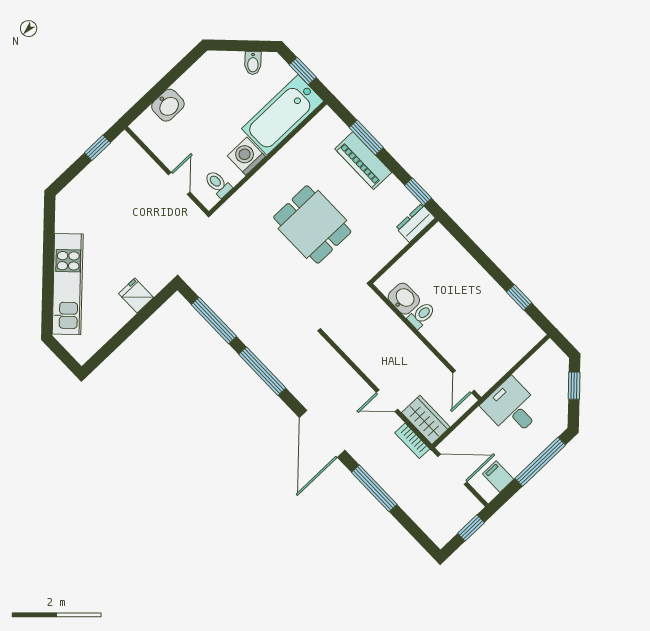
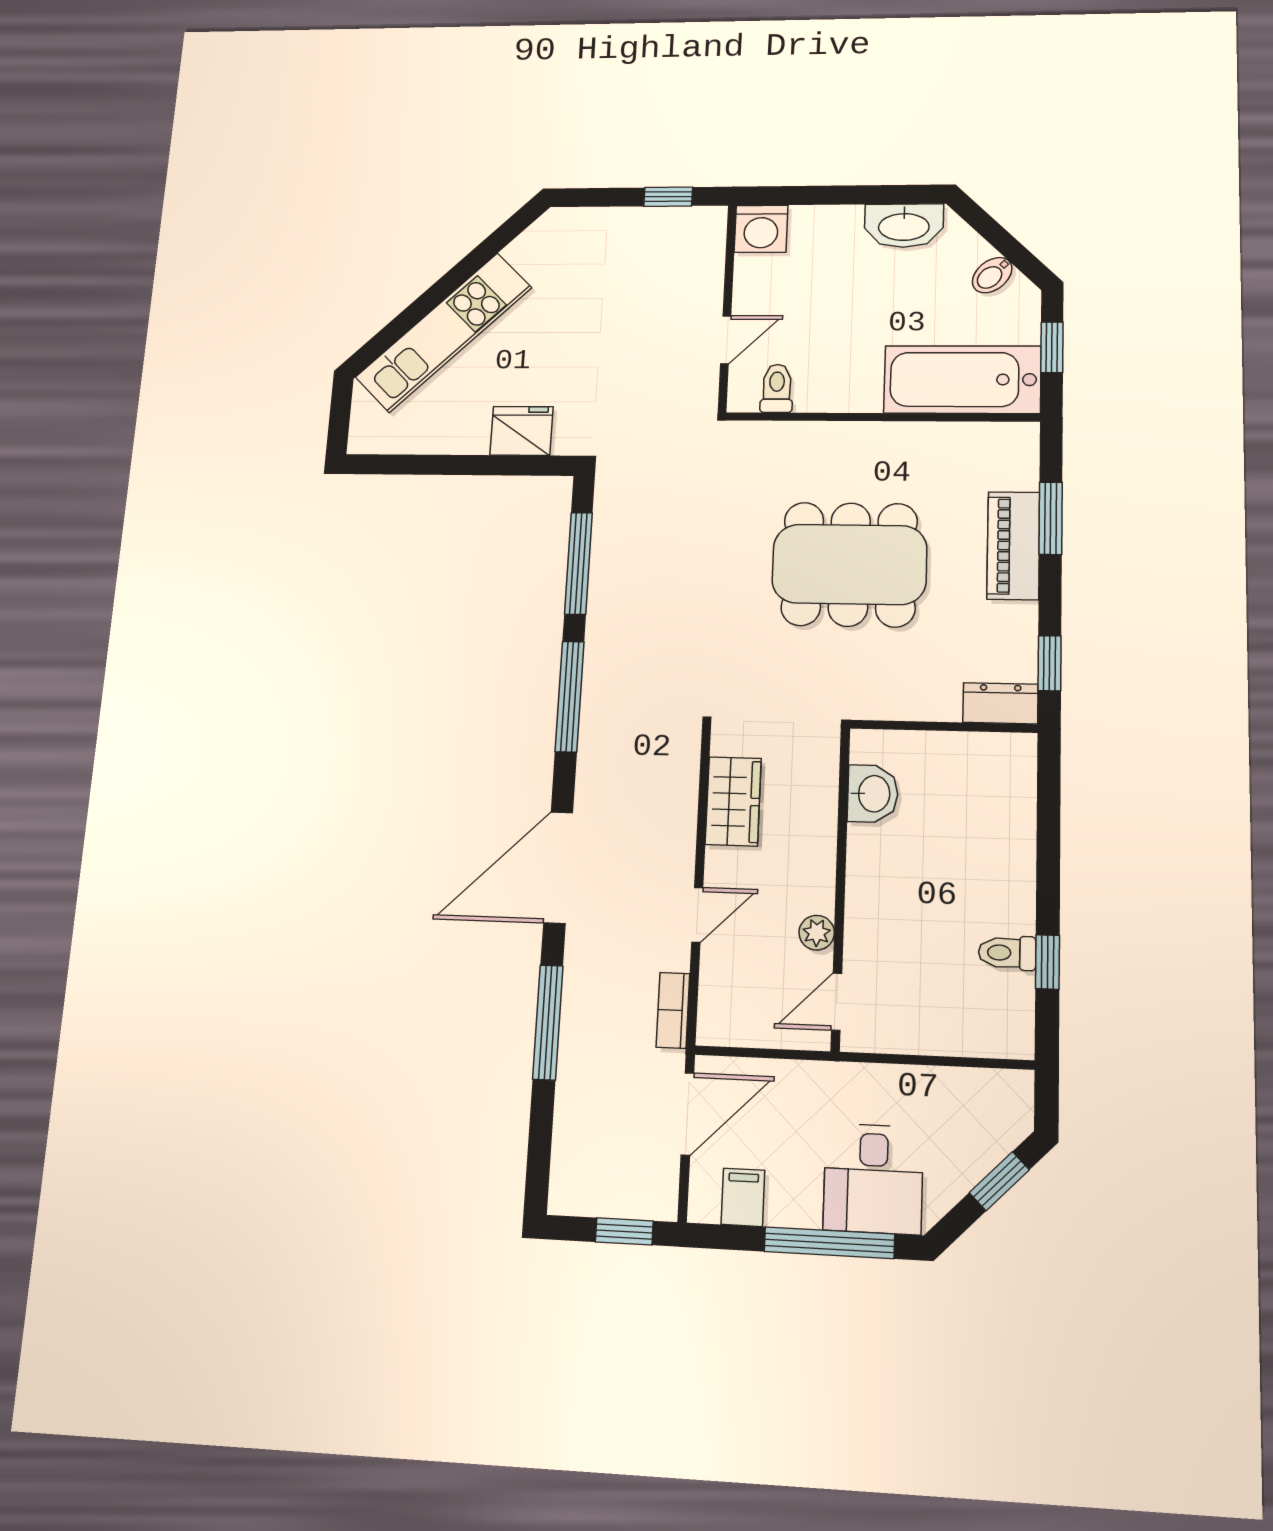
washbasin: (168, 105) -> (904, 226), moved, width x1.38
washing machine: (246, 156) -> (761, 229), moved, turned 180
dining table: (312, 224) -> (849, 564), width x1.38
fridge: (136, 295) -> (521, 431), width x1.38
toilet: (421, 315) -> (1007, 953), moved, turned 180
plant: (433, 366) -> (817, 933), added
door: (387, 401) -> (697, 915), swing flipped
desk: (512, 408) -> (873, 1179), moved, turned 180
wardrobe: (426, 420) -> (733, 801), moved
door: (452, 469) -> (687, 1114), hinge flipped

